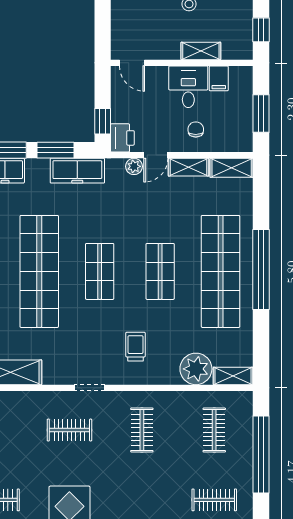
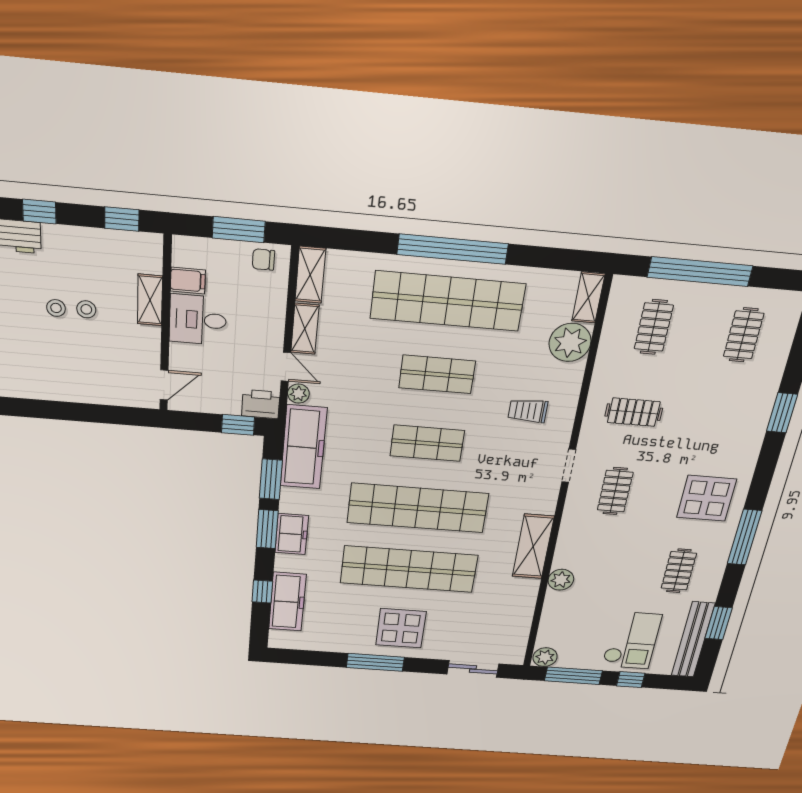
chair: (196, 129) -> (263, 260), moved
freezer: (77, 171) -> (303, 447), width x1.36, depth x1.26
clothes rail: (214, 430) -> (654, 327), turned 90

